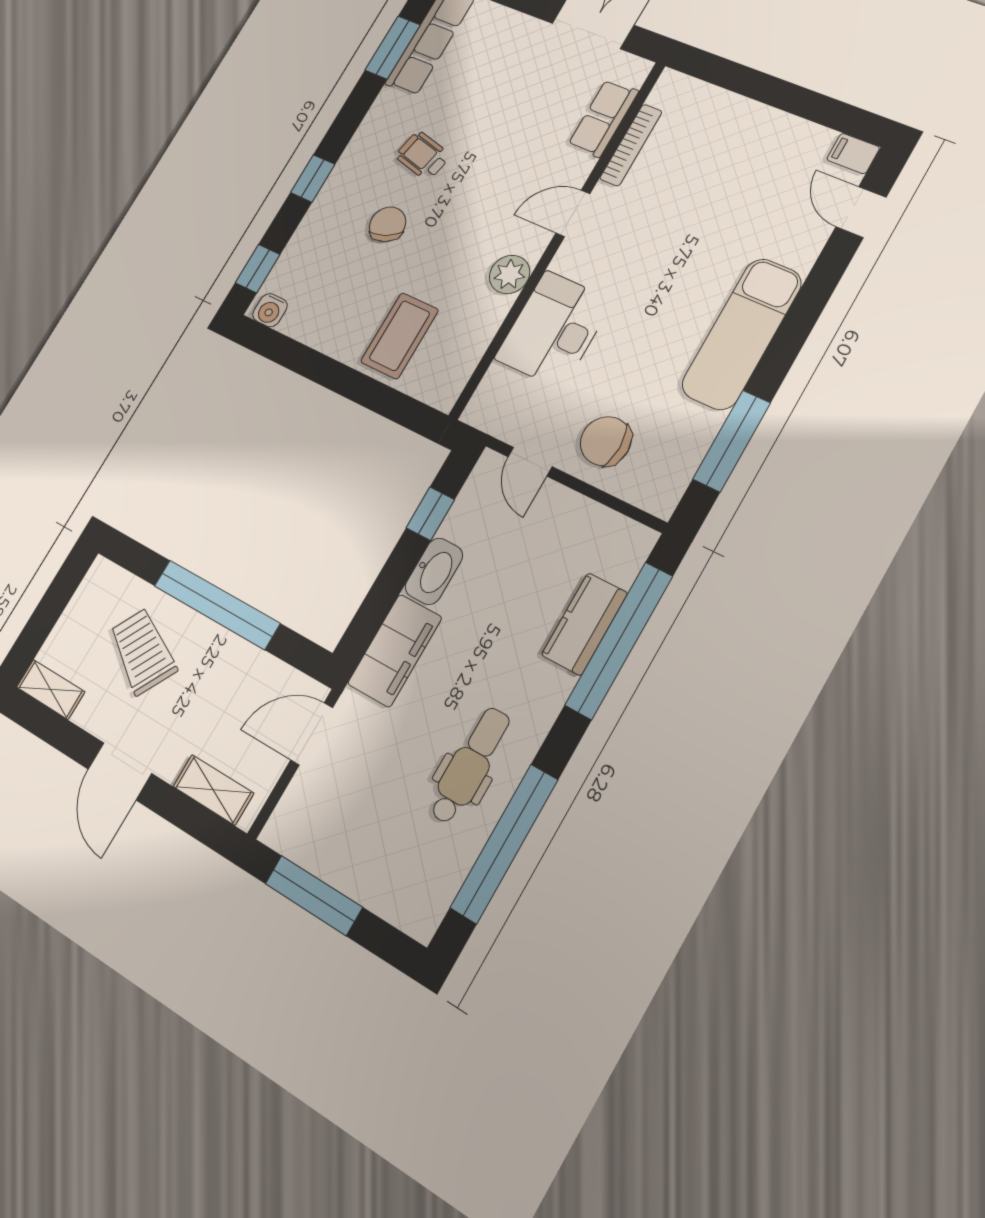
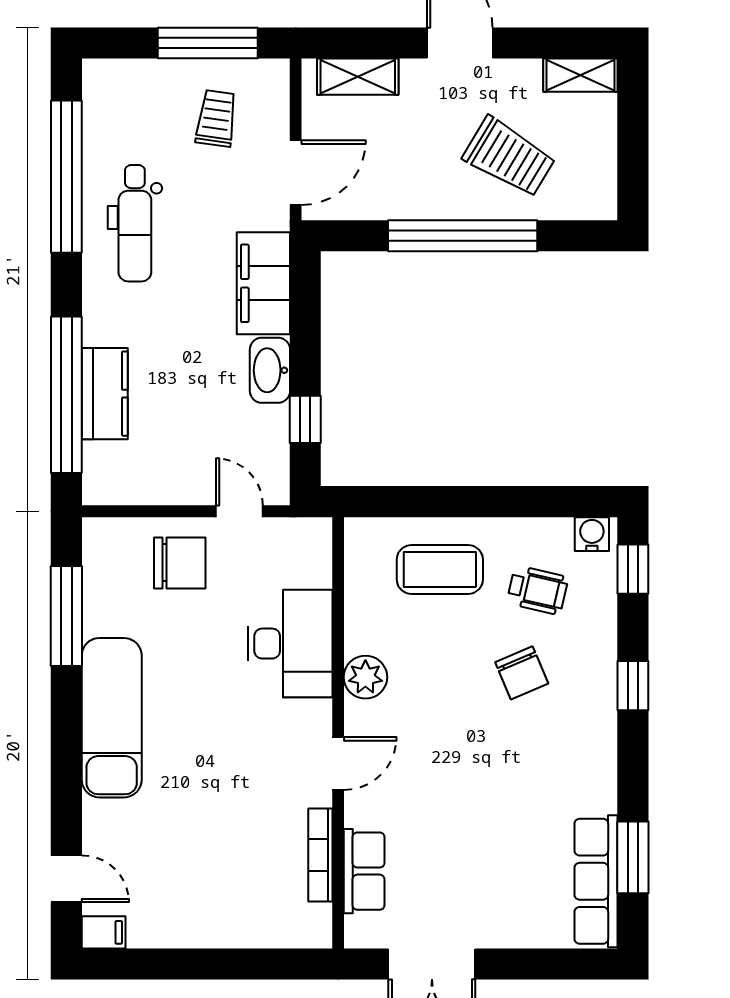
wheelchair: (423, 156) -> (538, 590), moved
coffee table: (399, 336) -> (440, 570), turned 90
trolley: (347, 821) -> (216, 118), added

